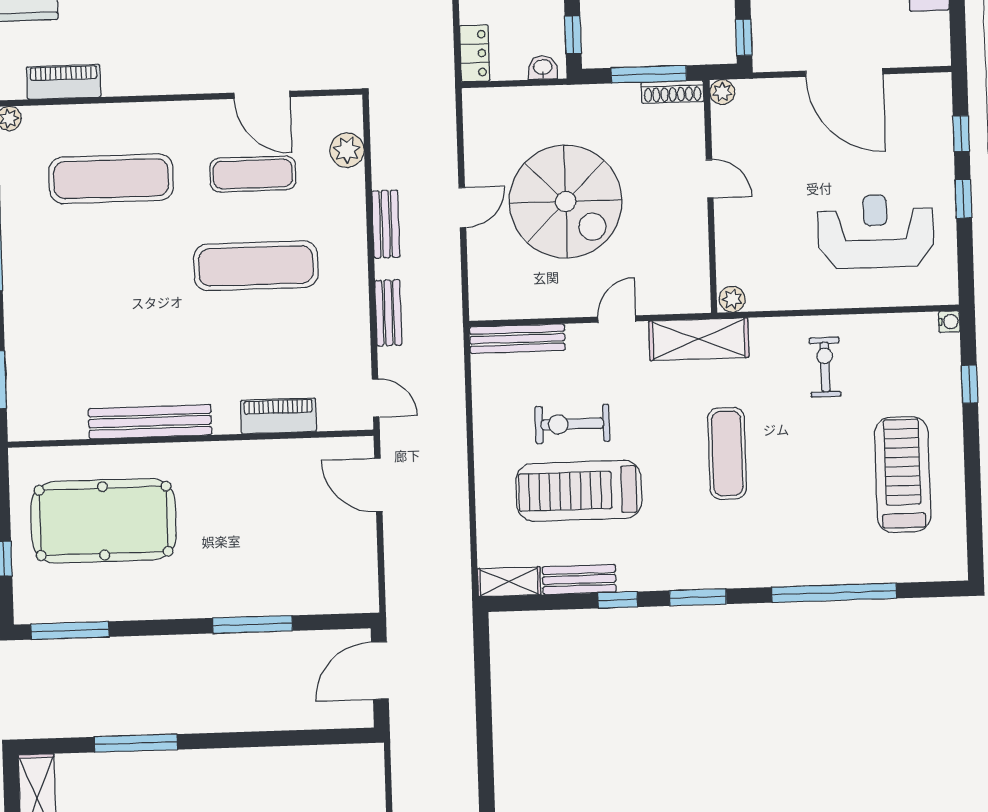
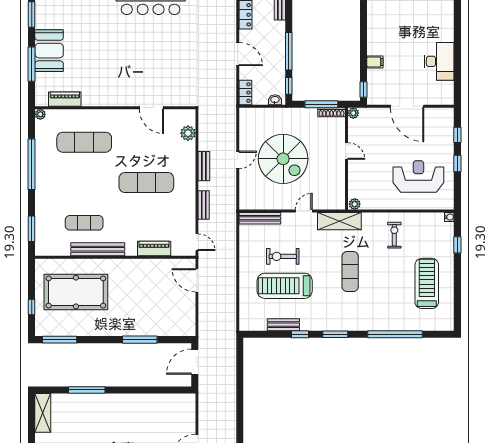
exercise mat: (253, 174) -> (84, 223), moved
shelving: (509, 582) -> (253, 325), removed

